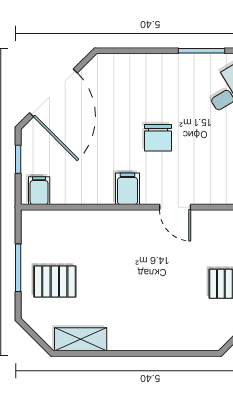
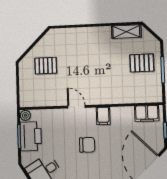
chair: (158, 138) -> (87, 145), turned 90
filing cabinet: (39, 191) -> (147, 113), width x2.00

